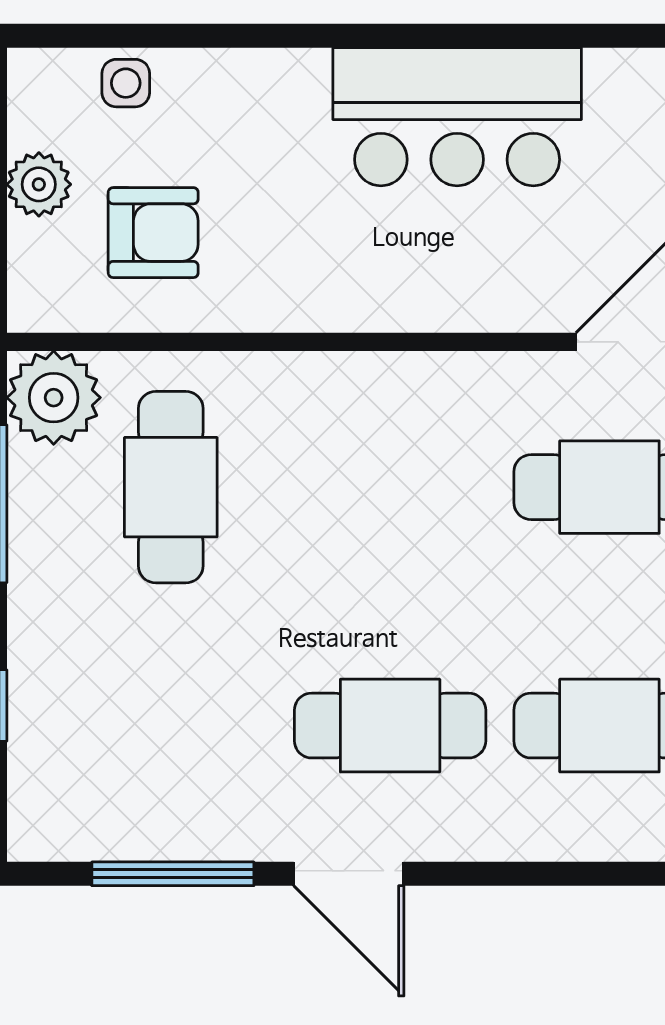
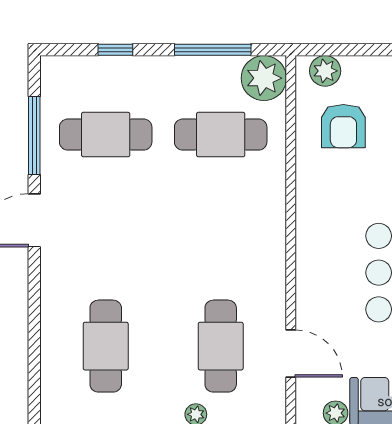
plant: (39, 184) -> (325, 71), moved
cafe table: (390, 726) -> (106, 135), moved, turned 90

